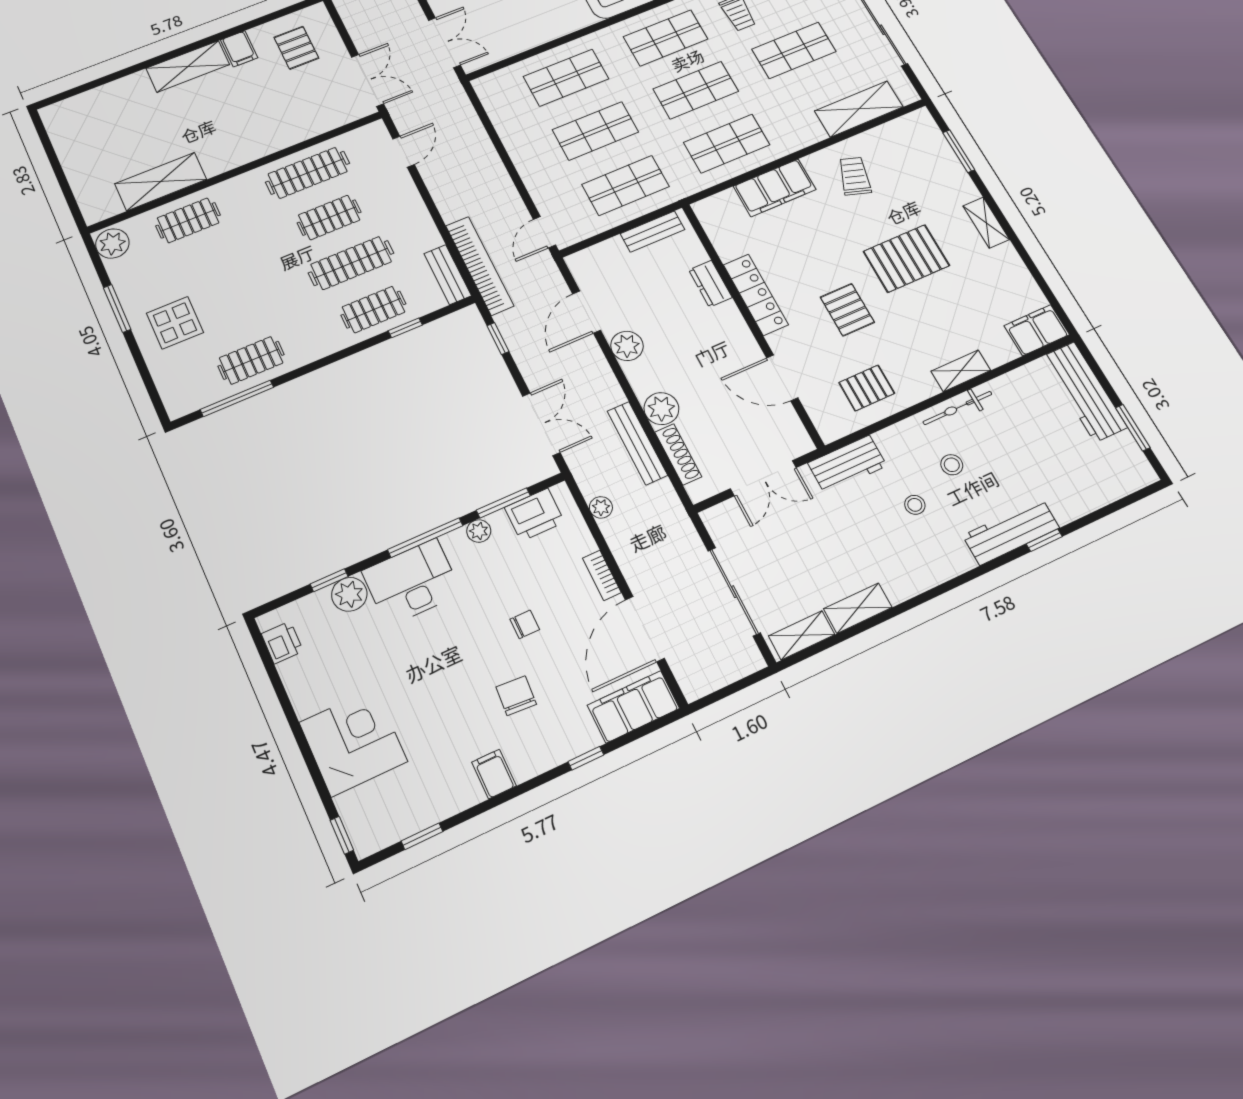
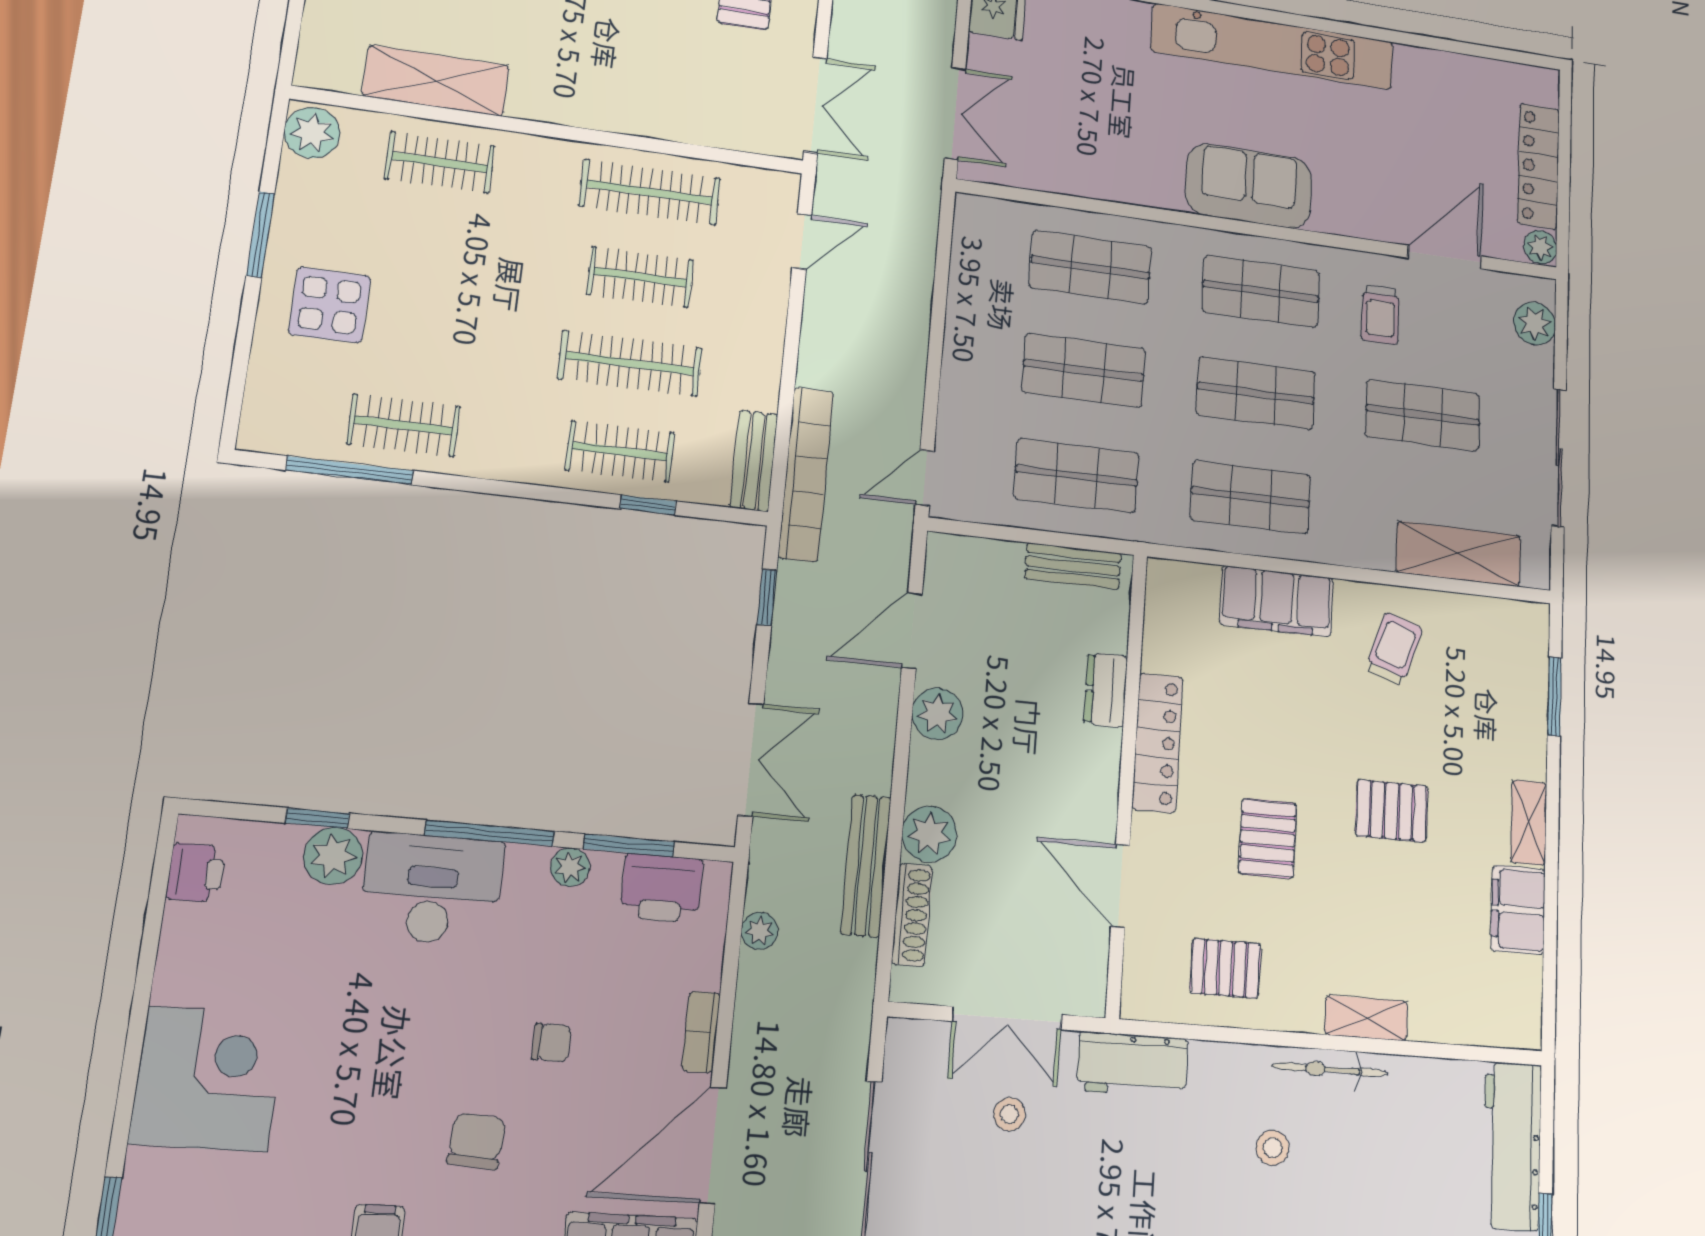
pallet: (906, 258) -> (1392, 811), width x0.67, depth x0.71
filing cabinet: (1037, 330) -> (1518, 910), moved, turned -90
stool: (915, 505) -> (1009, 1114), moved

